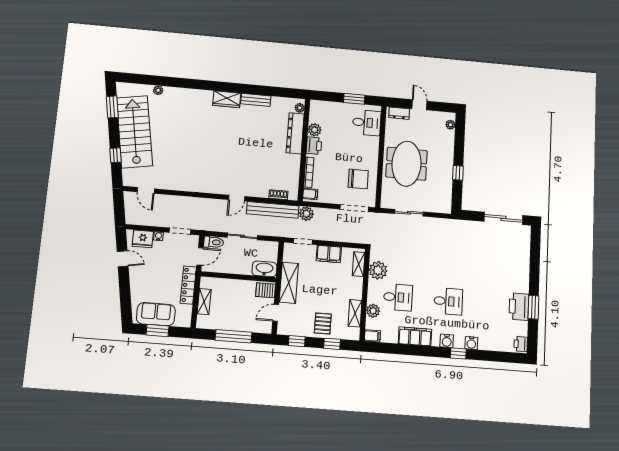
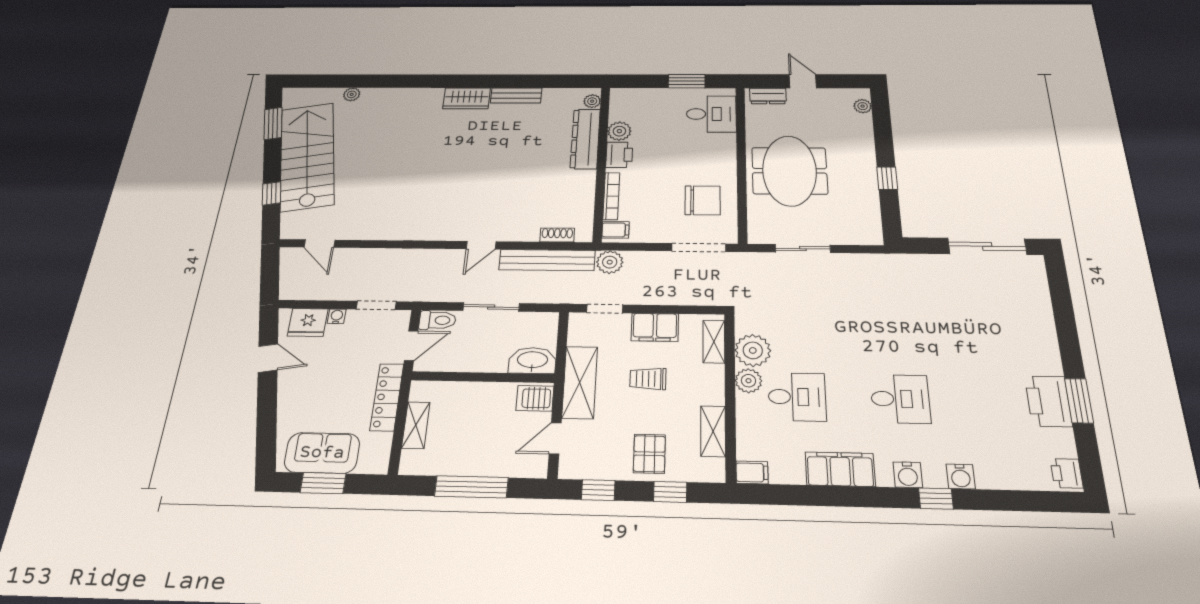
trolley: (324, 283) -> (648, 379), added
plant: (373, 311) -> (748, 381), moved

